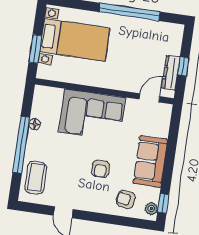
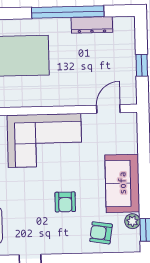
dresser: (171, 73) -> (92, 25), moved, turned -90
plant: (151, 209) -> (132, 221), moved

